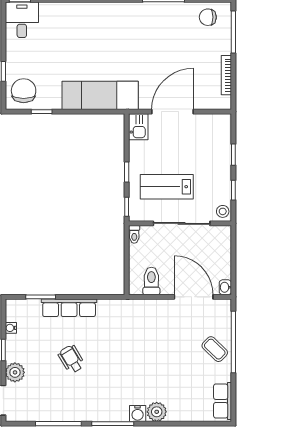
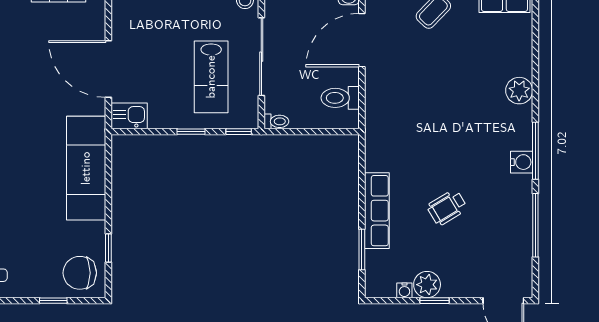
plant: (15, 372) -> (427, 285), moved
water cooler: (138, 414) -> (522, 162), moved

